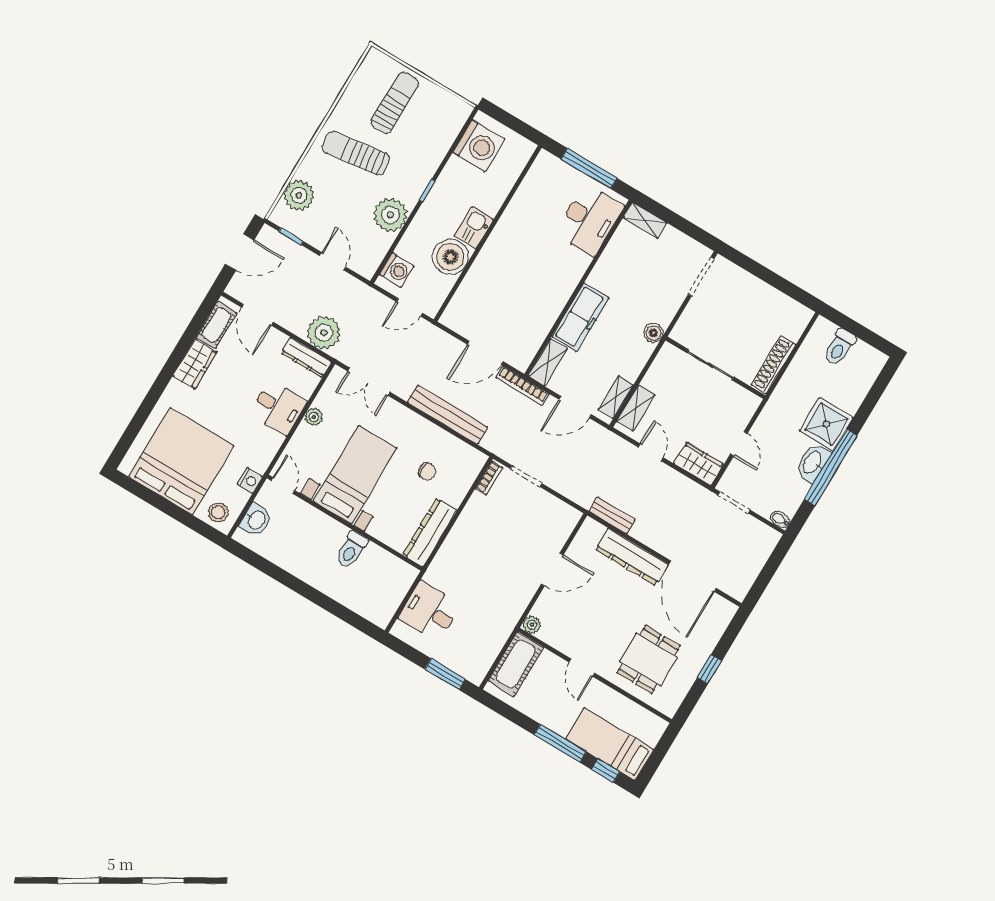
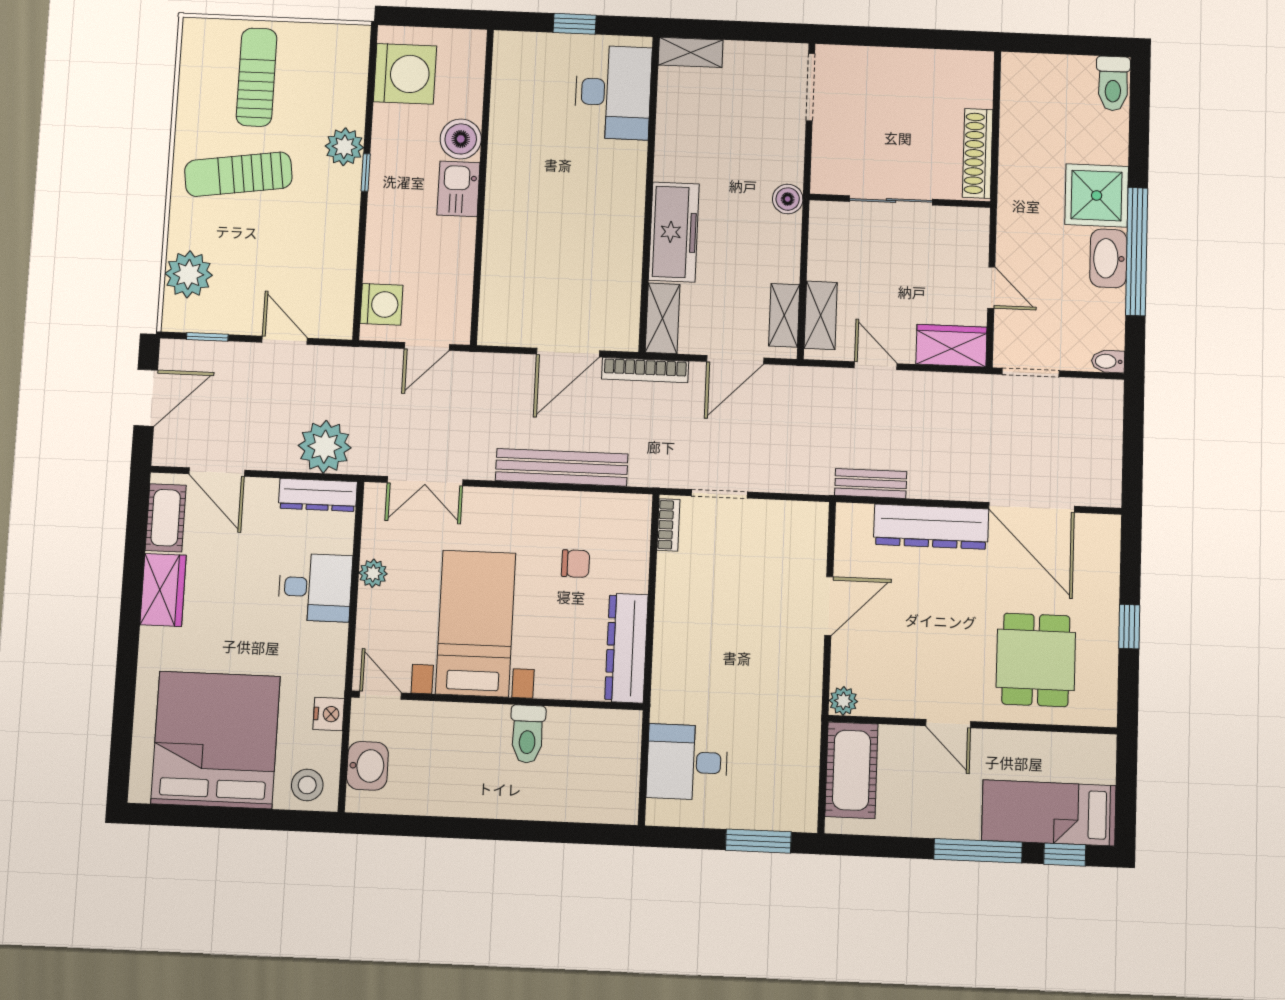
window: (589, 169) -> (575, 24), width x0.46
plant: (390, 215) -> (344, 147), moved, width x0.73, depth x0.73
boiler: (450, 257) -> (461, 139), moved, width x0.73, depth x0.73
toilet: (840, 347) -> (1113, 84), moved

